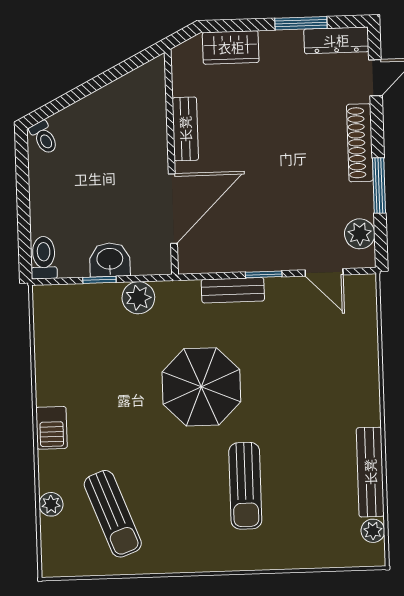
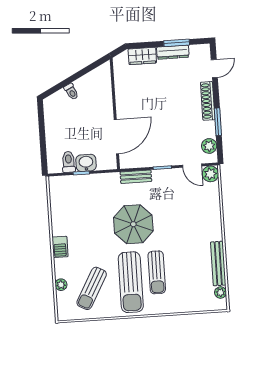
dresser: (336, 40) -> (173, 52), moved
bench: (185, 129) -> (121, 97), removed
toilet: (44, 138) -> (71, 92), moved
toilet: (44, 258) -> (69, 162), moved
bench: (233, 290) -> (136, 177), moved
plant: (138, 298) -> (210, 174), moved
sun lounger: (192, 504) -> (131, 282), added
sun lounger: (113, 514) -> (92, 288), turned 50

